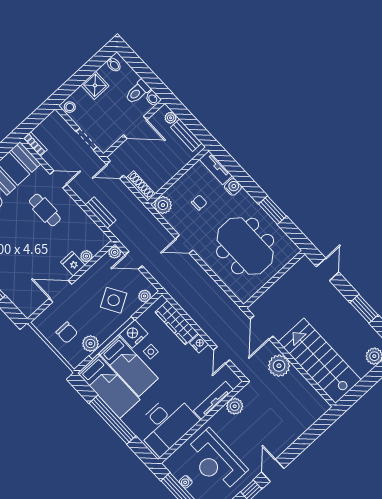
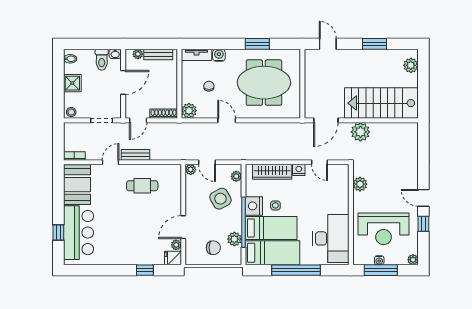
cafe table: (45, 210) -> (142, 186), moved
bench: (101, 213) -> (135, 155), moved
door: (184, 244) -> (227, 120), swing flipped
plant: (86, 256) -> (176, 245), moved
door: (134, 260) -> (207, 162), hinge flipped
fridge: (73, 264) -> (173, 258), moved
door: (262, 328) -> (326, 120), hinge flipped
tv unit: (214, 400) -> (344, 194), removed

